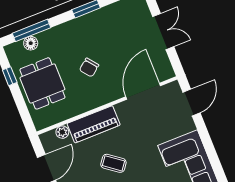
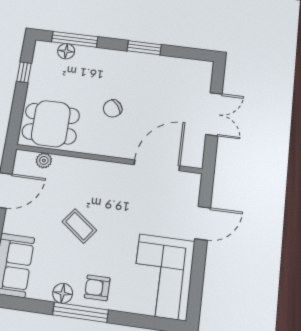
dining table: (42, 83) -> (51, 124), moved, turned 90
door: (191, 102) -> (203, 223), moved
piano: (94, 124) -> (83, 171), removed

